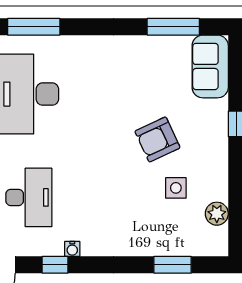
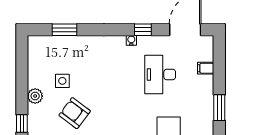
armchair: (157, 139) -> (75, 113), turned -118
plant: (217, 214) -> (35, 96), moved

